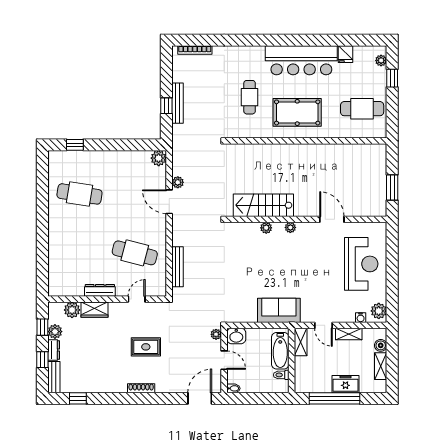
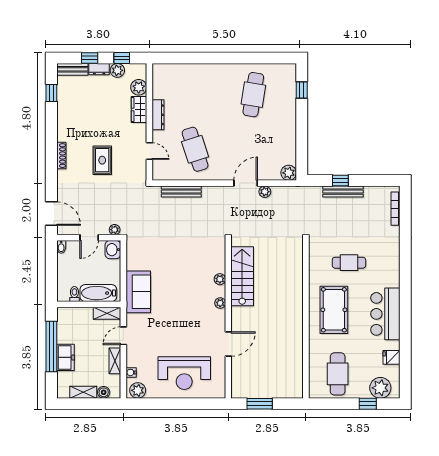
bar counter: (301, 60) -> (385, 314), width x0.73
plant: (381, 60) -> (380, 388), width x1.87, depth x1.87
cafe table: (135, 253) -> (195, 149), turned -33

